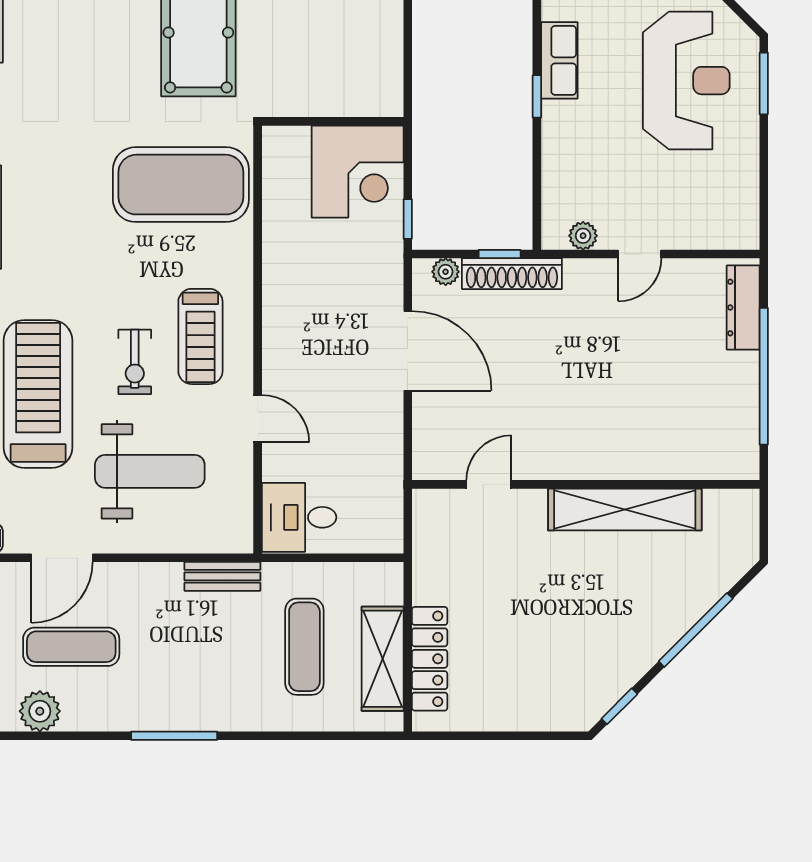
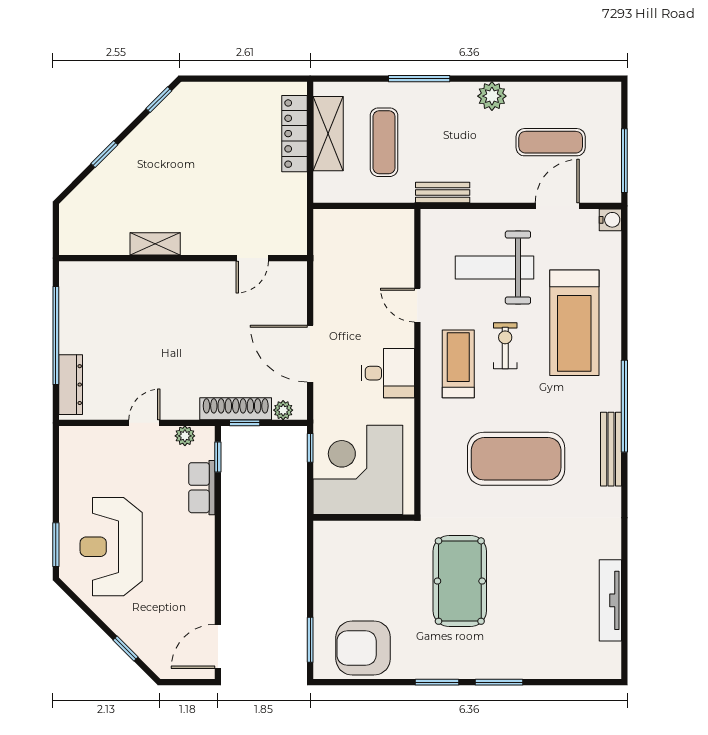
row of seats: (559, 60) -> (202, 488), moved
window: (537, 96) -> (218, 457), moved
corner desk: (358, 172) -> (358, 470), width x1.36, depth x1.36
exercise mat: (181, 185) -> (516, 459), moved
shelving: (625, 510) -> (155, 244), width x0.45, depth x0.75
desk: (299, 517) -> (388, 373), moved
window: (696, 630) -> (104, 154), width x0.46
plant: (40, 711) -> (492, 96), moved
window: (174, 736) -> (419, 79), moved

